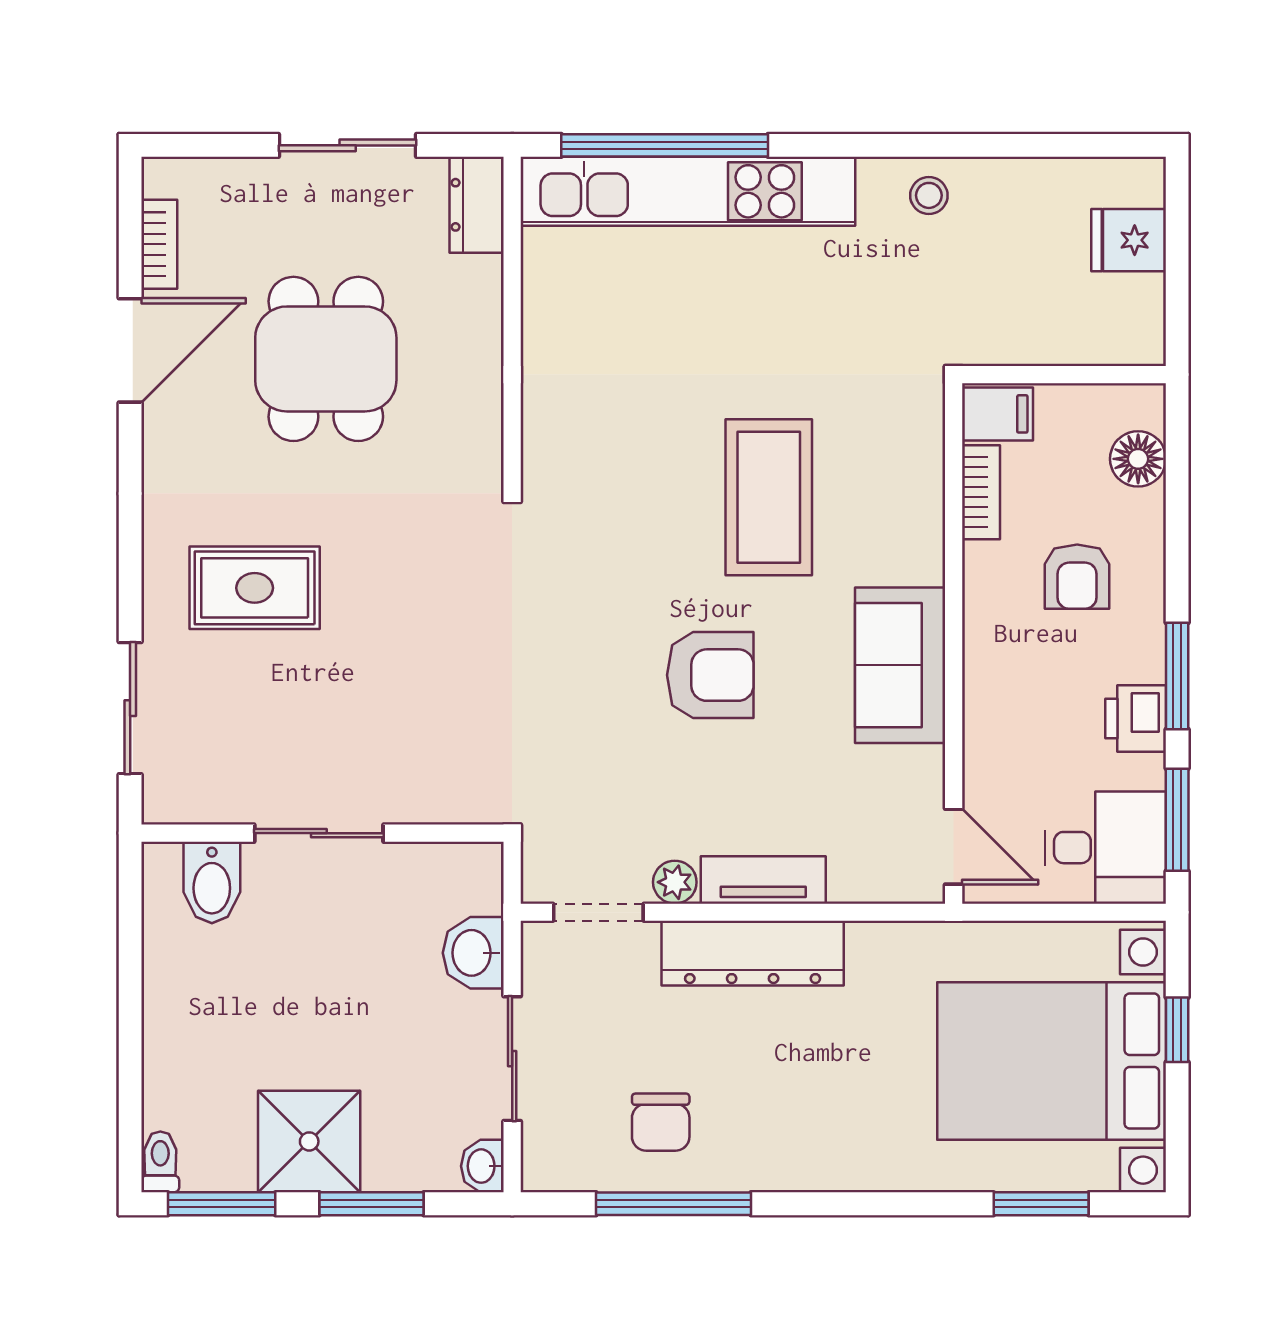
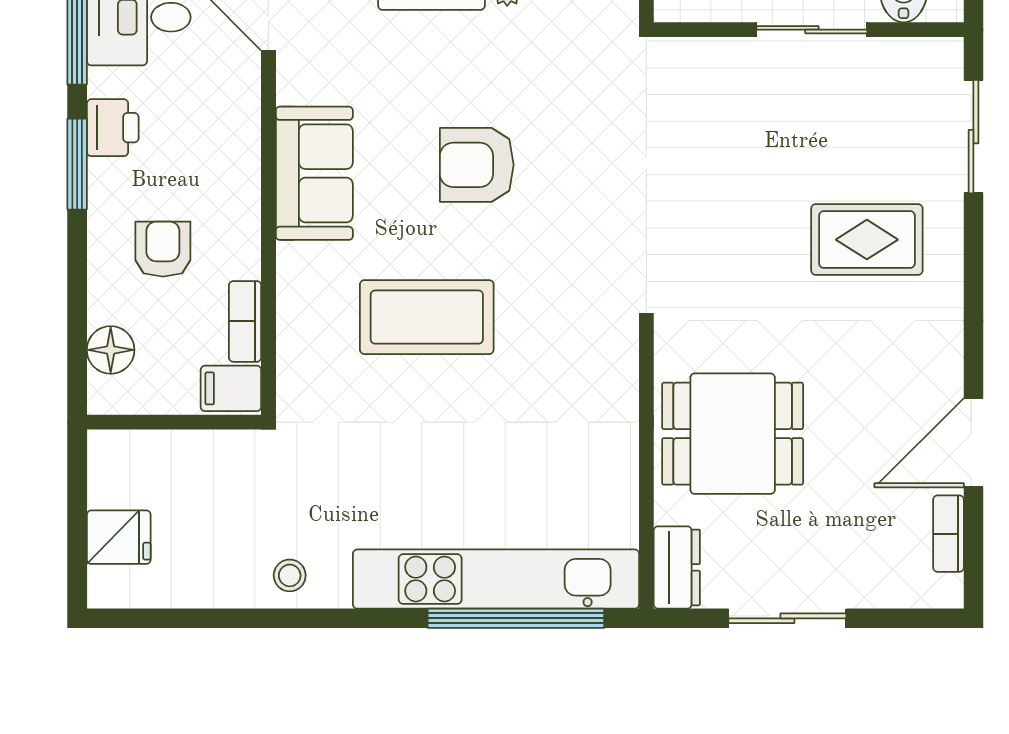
dining table: (326, 359) -> (733, 434), moved, turned 90
coffee table: (769, 497) -> (427, 317), turned 90

